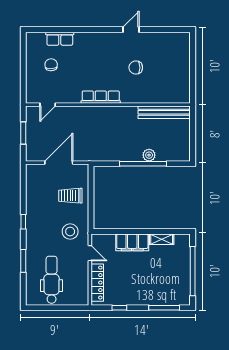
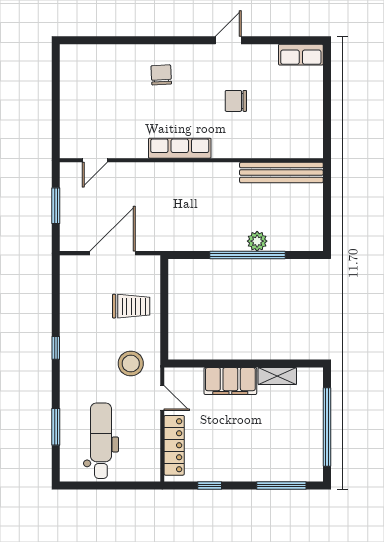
row of seats: (60, 39) -> (301, 55), moved
chair: (51, 65) -> (161, 75), moved
trolley: (70, 196) -> (131, 306), turned 180
window: (23, 261) -> (56, 427), moved

